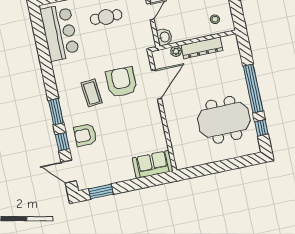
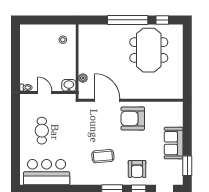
dresser: (202, 48) -> (84, 56), removed
armchair: (121, 82) -> (133, 118), moved
sofa: (153, 164) -> (174, 143), moved

